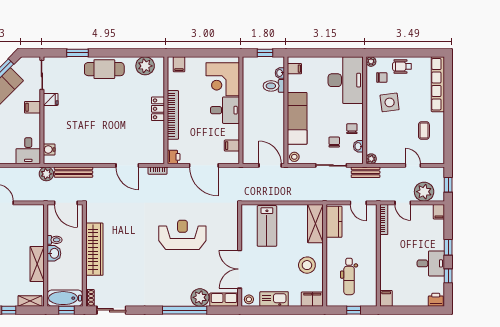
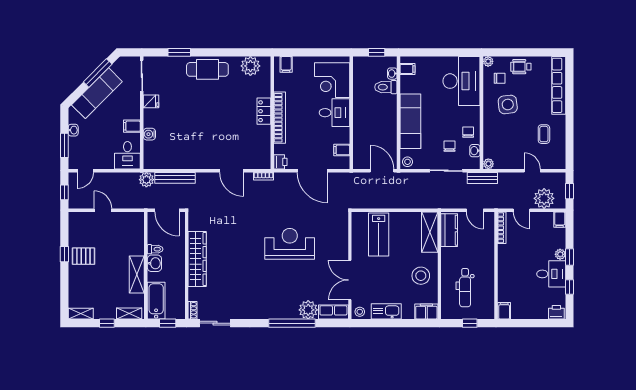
filing cabinet: (33, 107) -> (132, 126), moved
water cooler: (49, 149) -> (149, 134), moved
plant: (439, 245) -> (560, 254), added
bathtub: (65, 298) -> (156, 301), moved, turned 90

